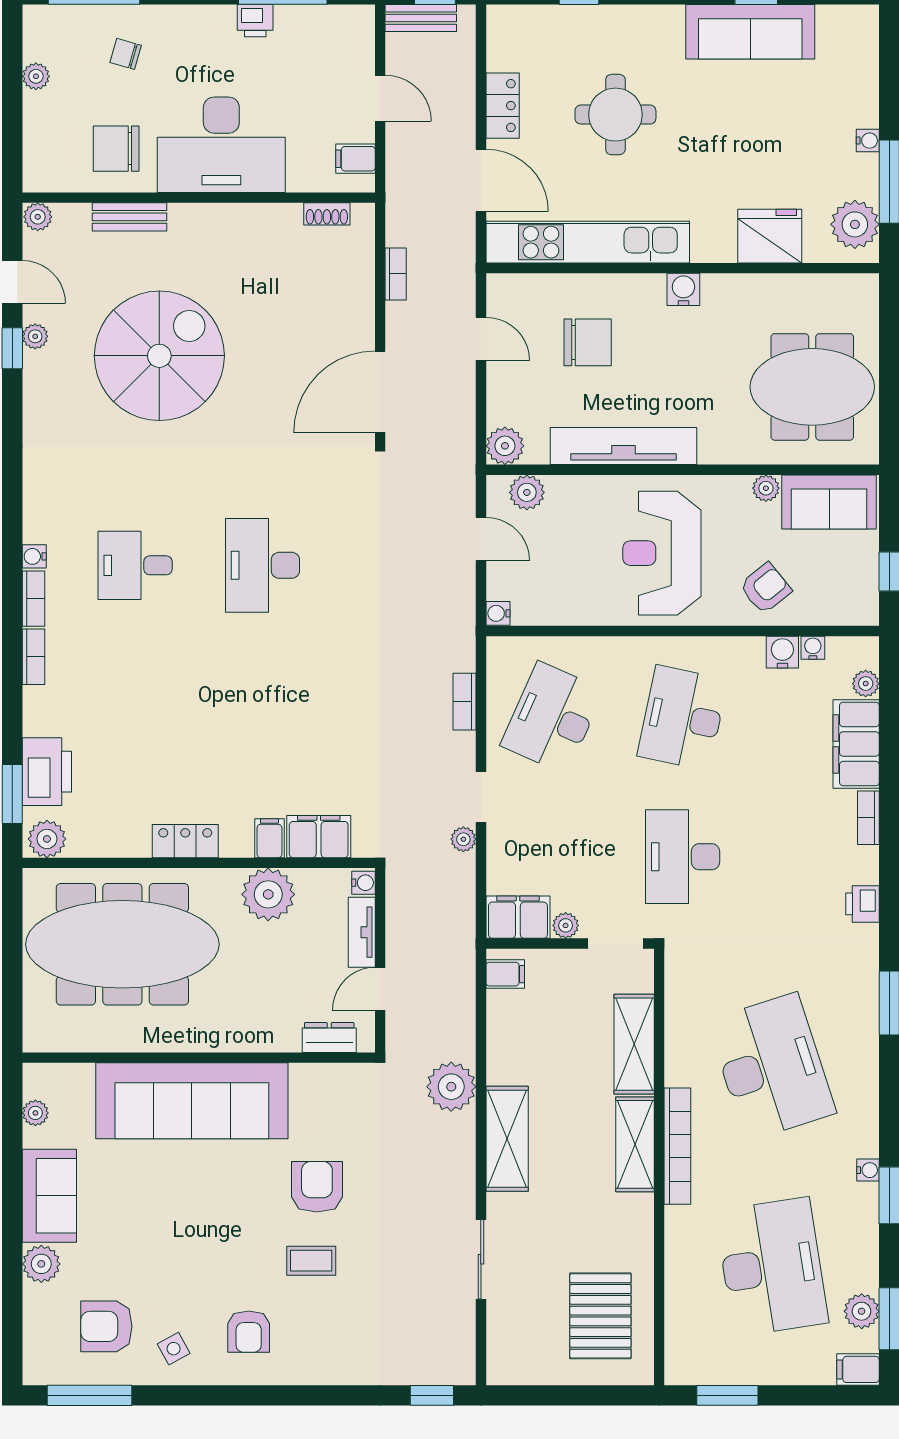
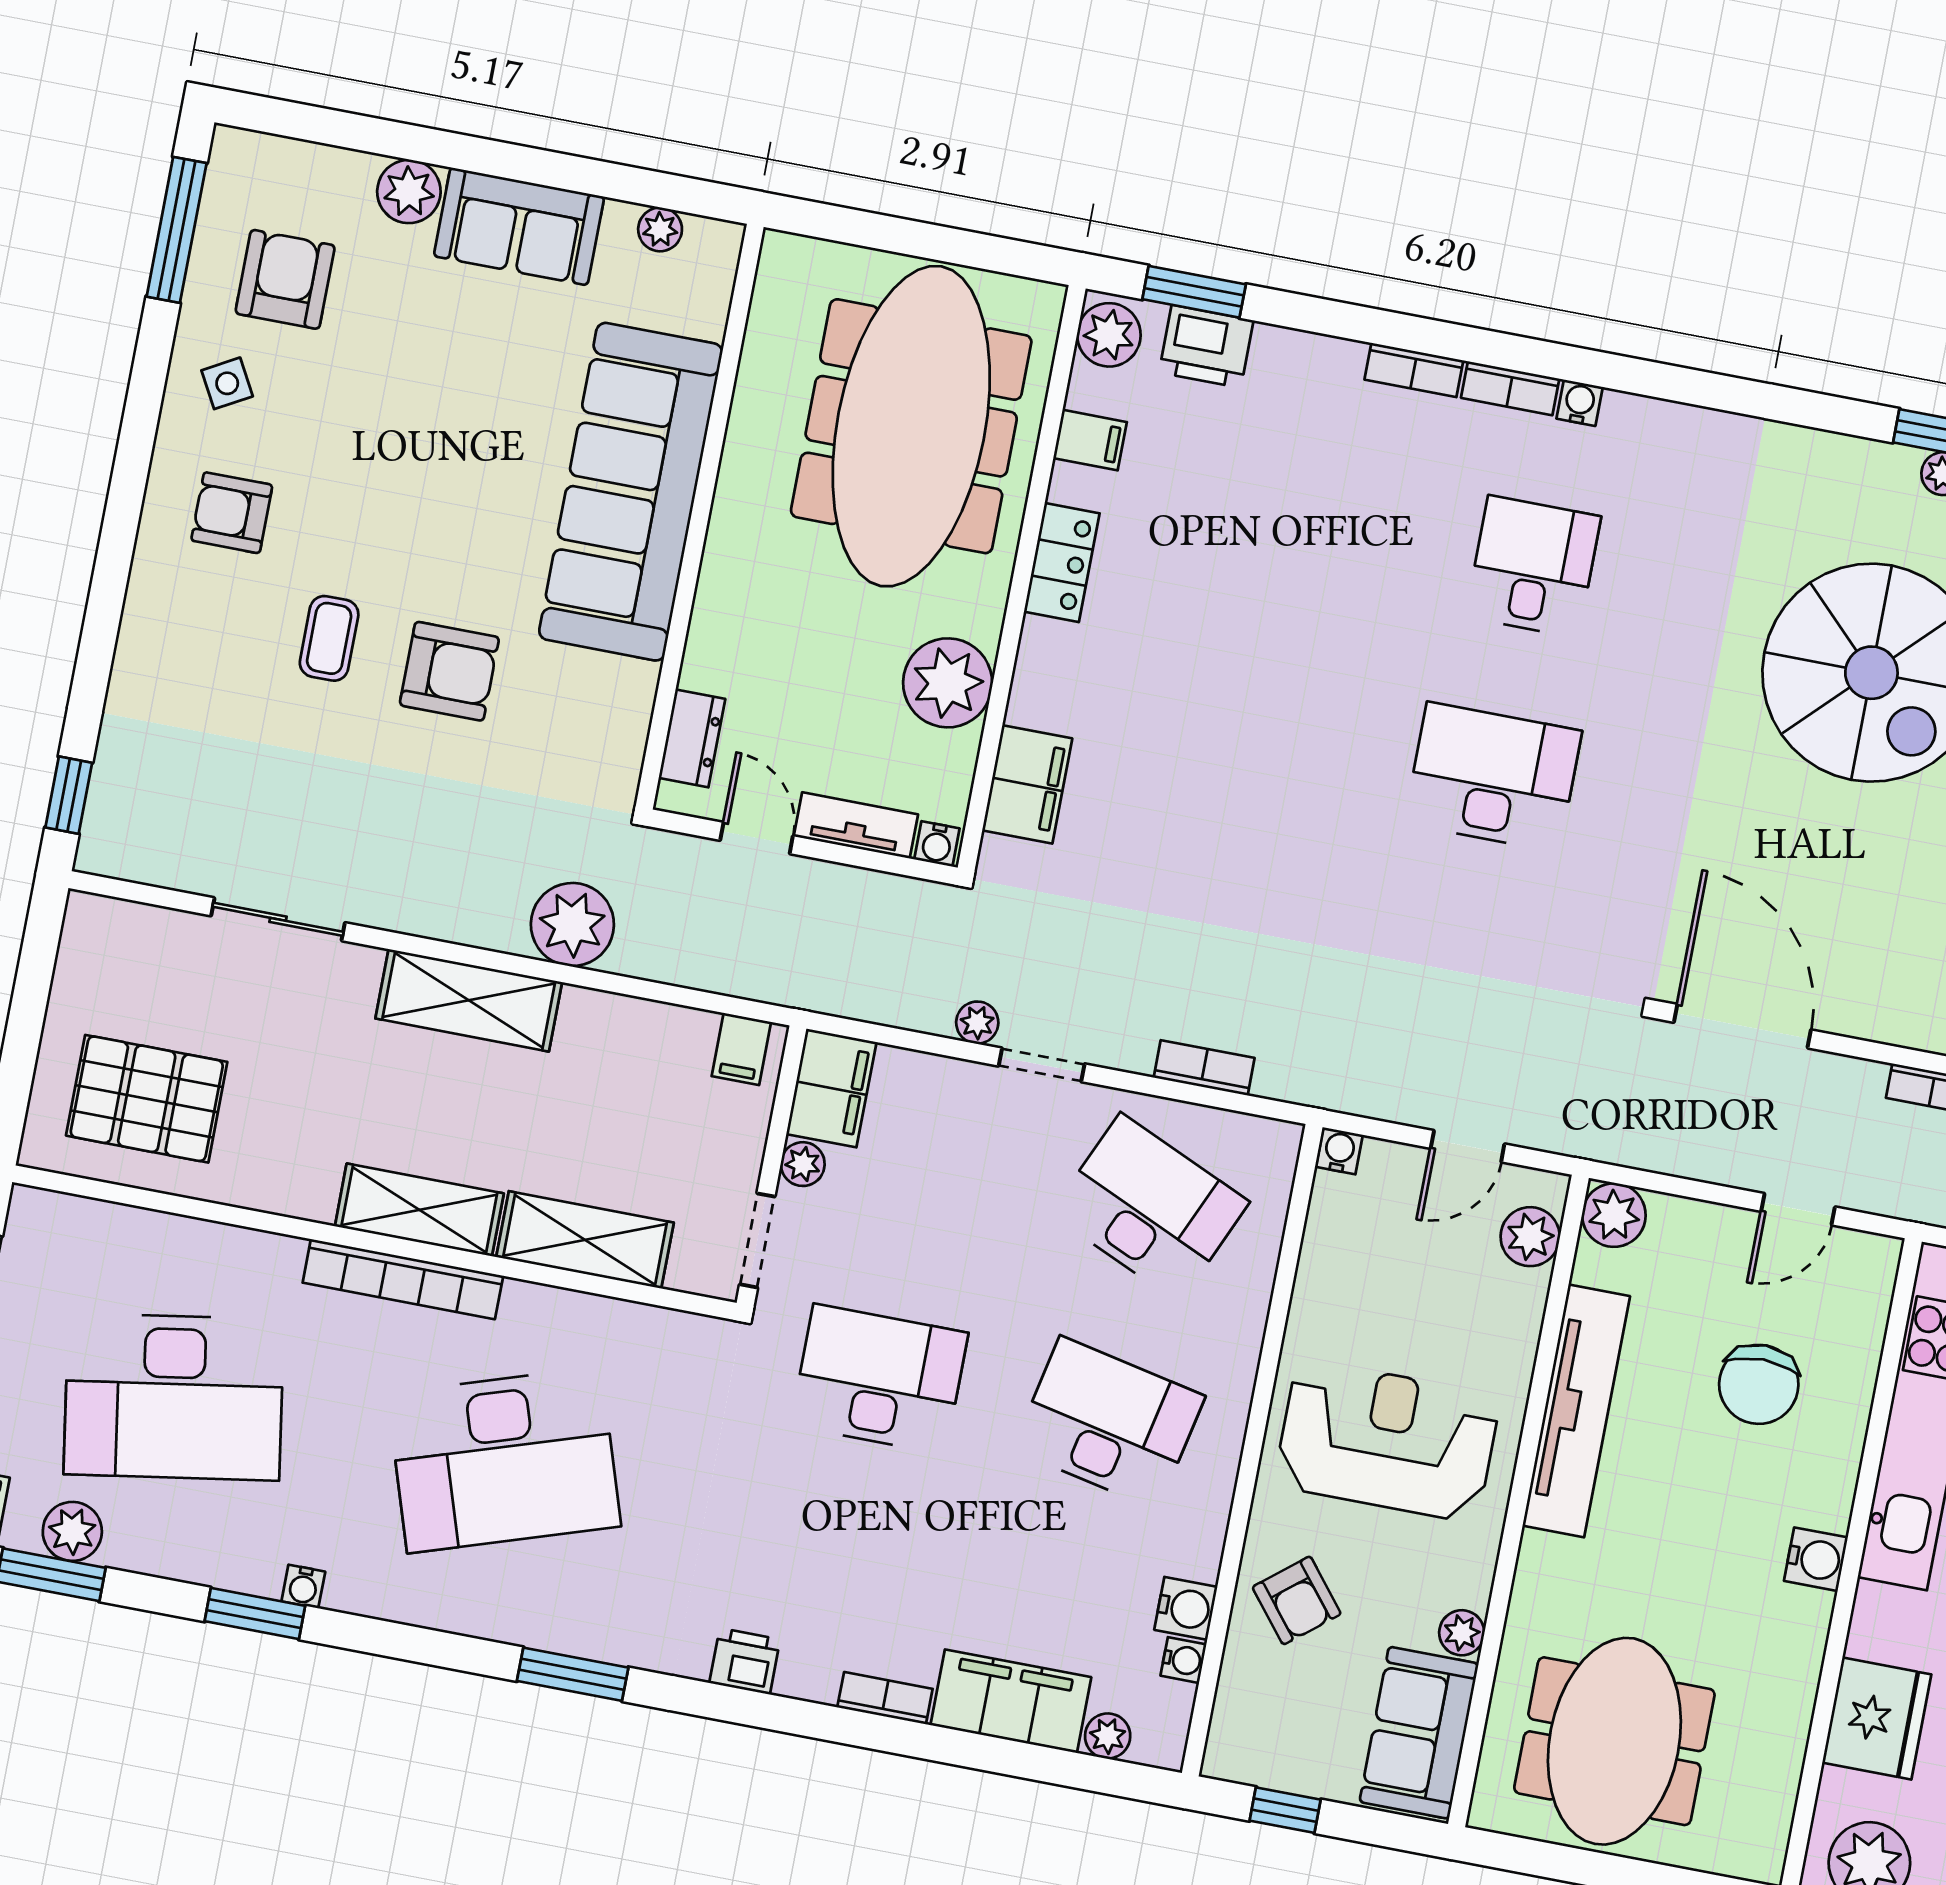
printer: (47, 772) -> (1206, 346), width x0.73, depth x0.84
filing cabinet: (269, 838) -> (1090, 440), moved

